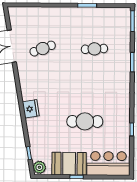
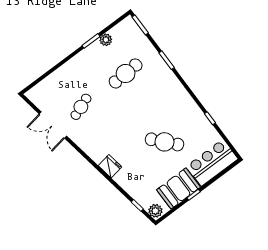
plant: (99, 13) -> (106, 40), added
cafe table: (94, 49) -> (126, 73), width x1.37, depth x1.35
cafe table: (85, 121) -> (164, 142), turned 48

